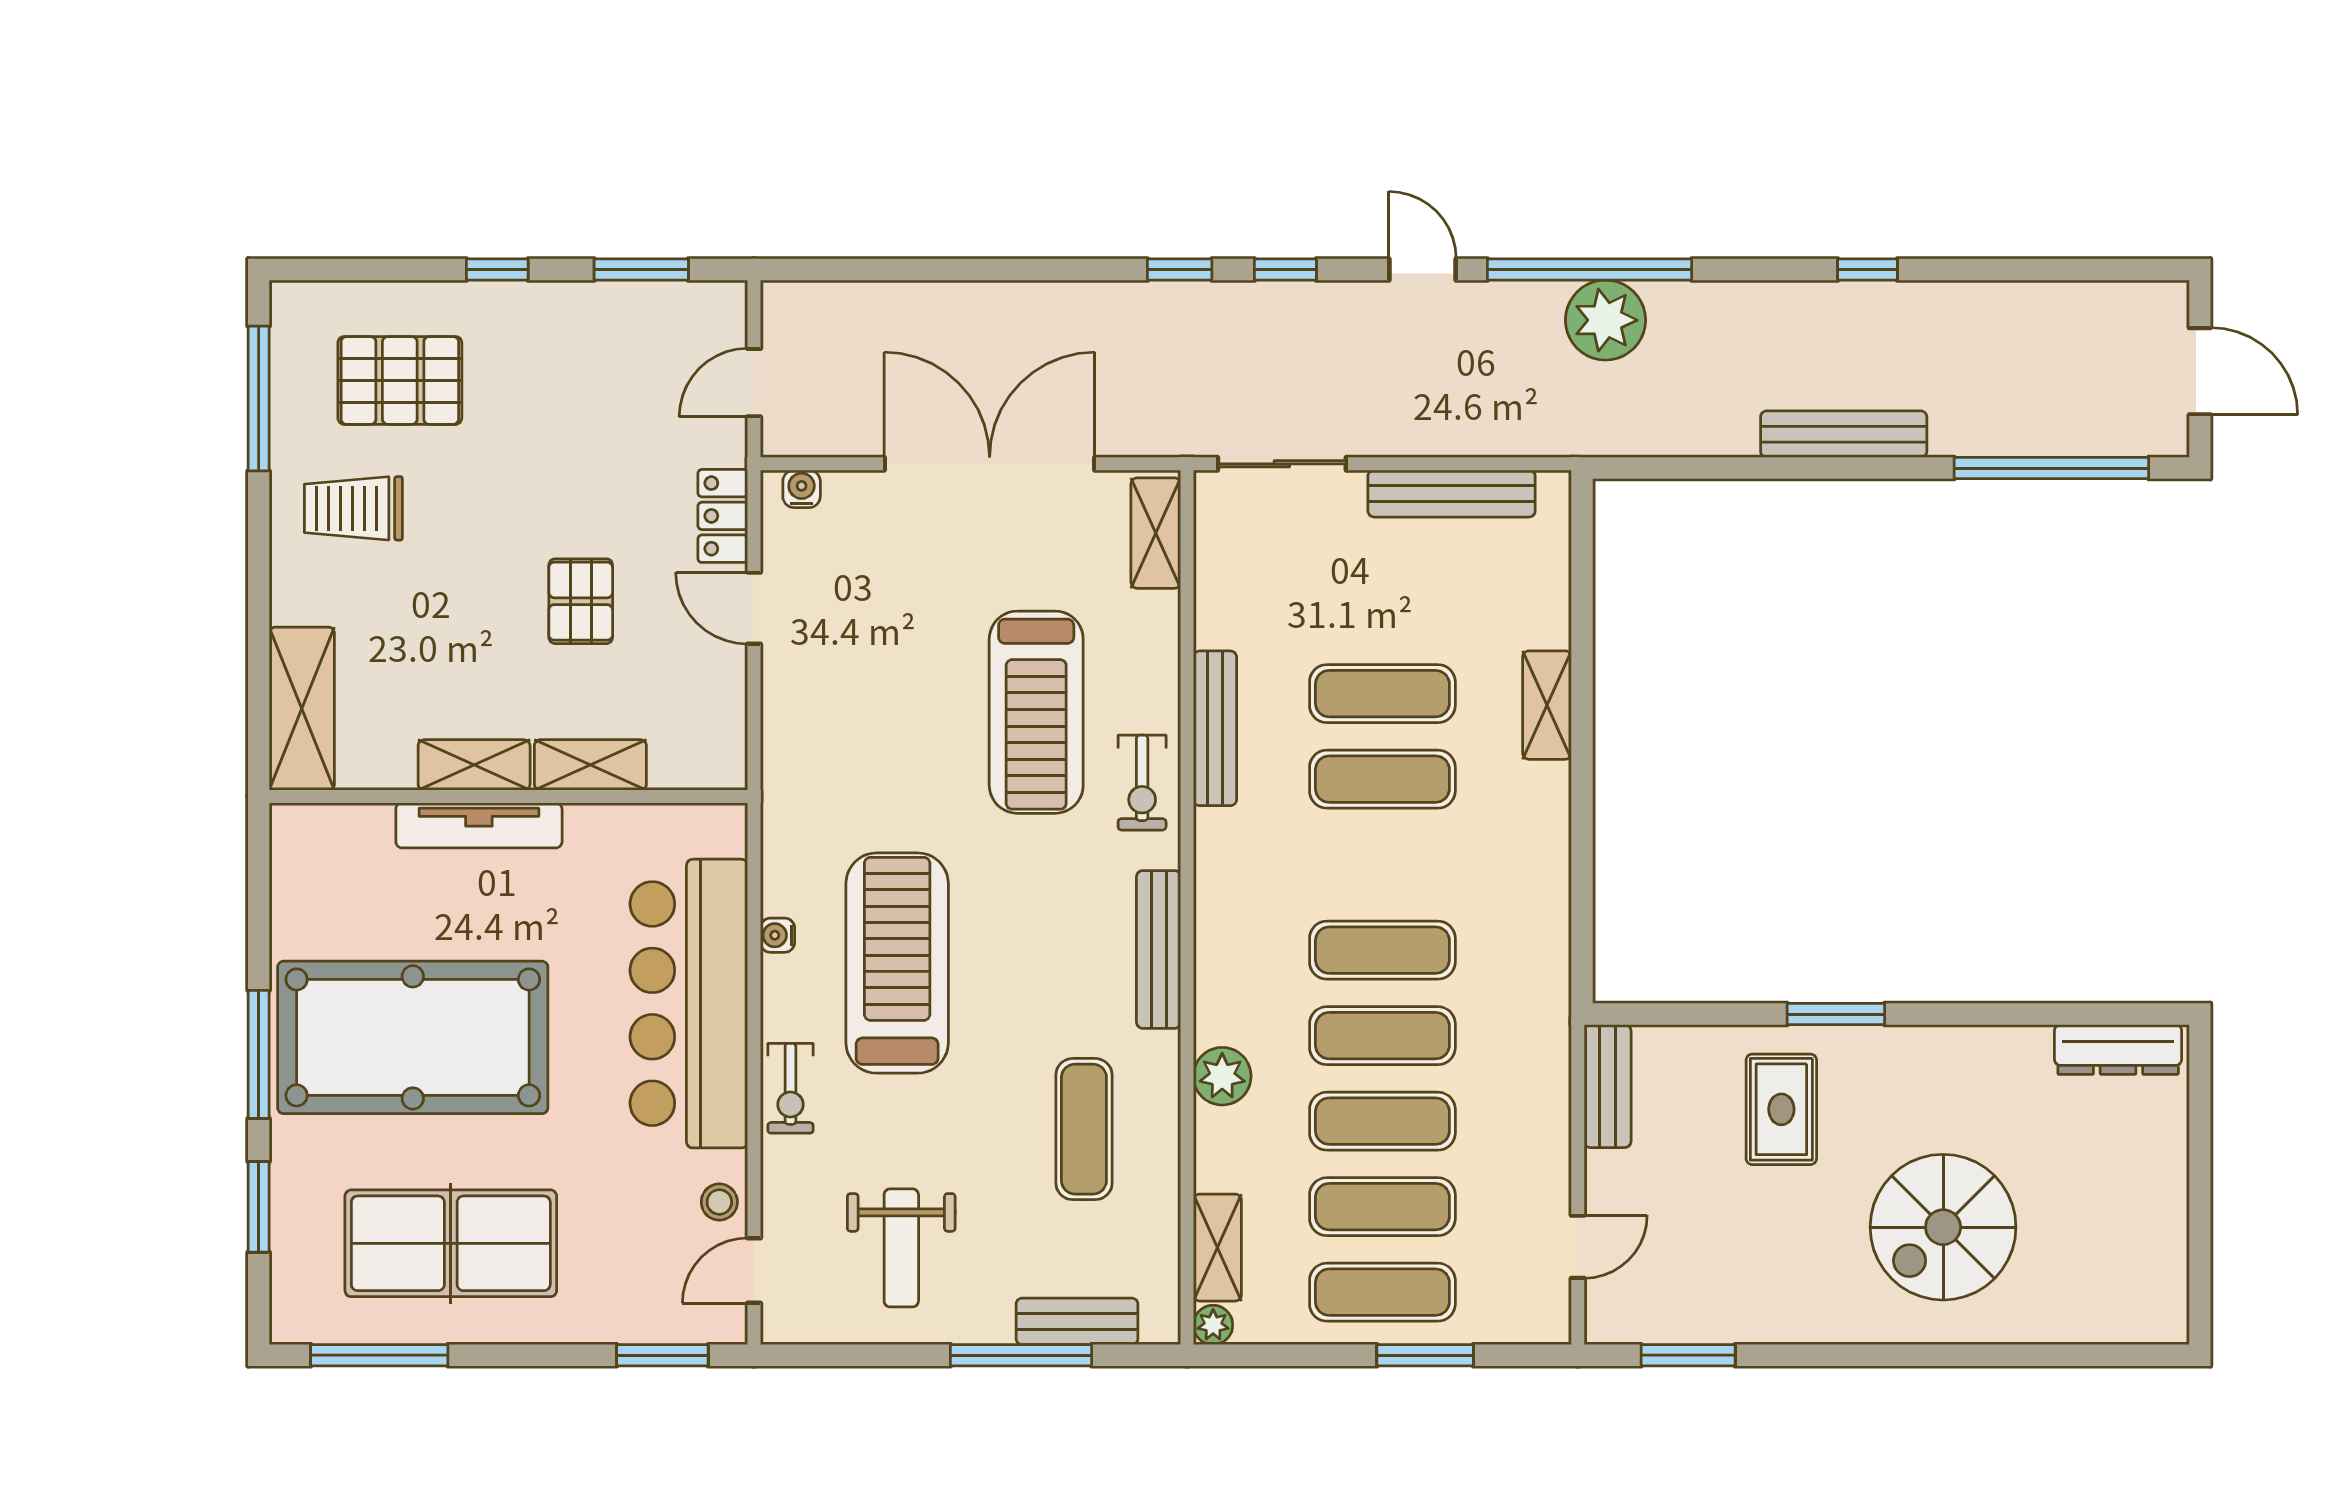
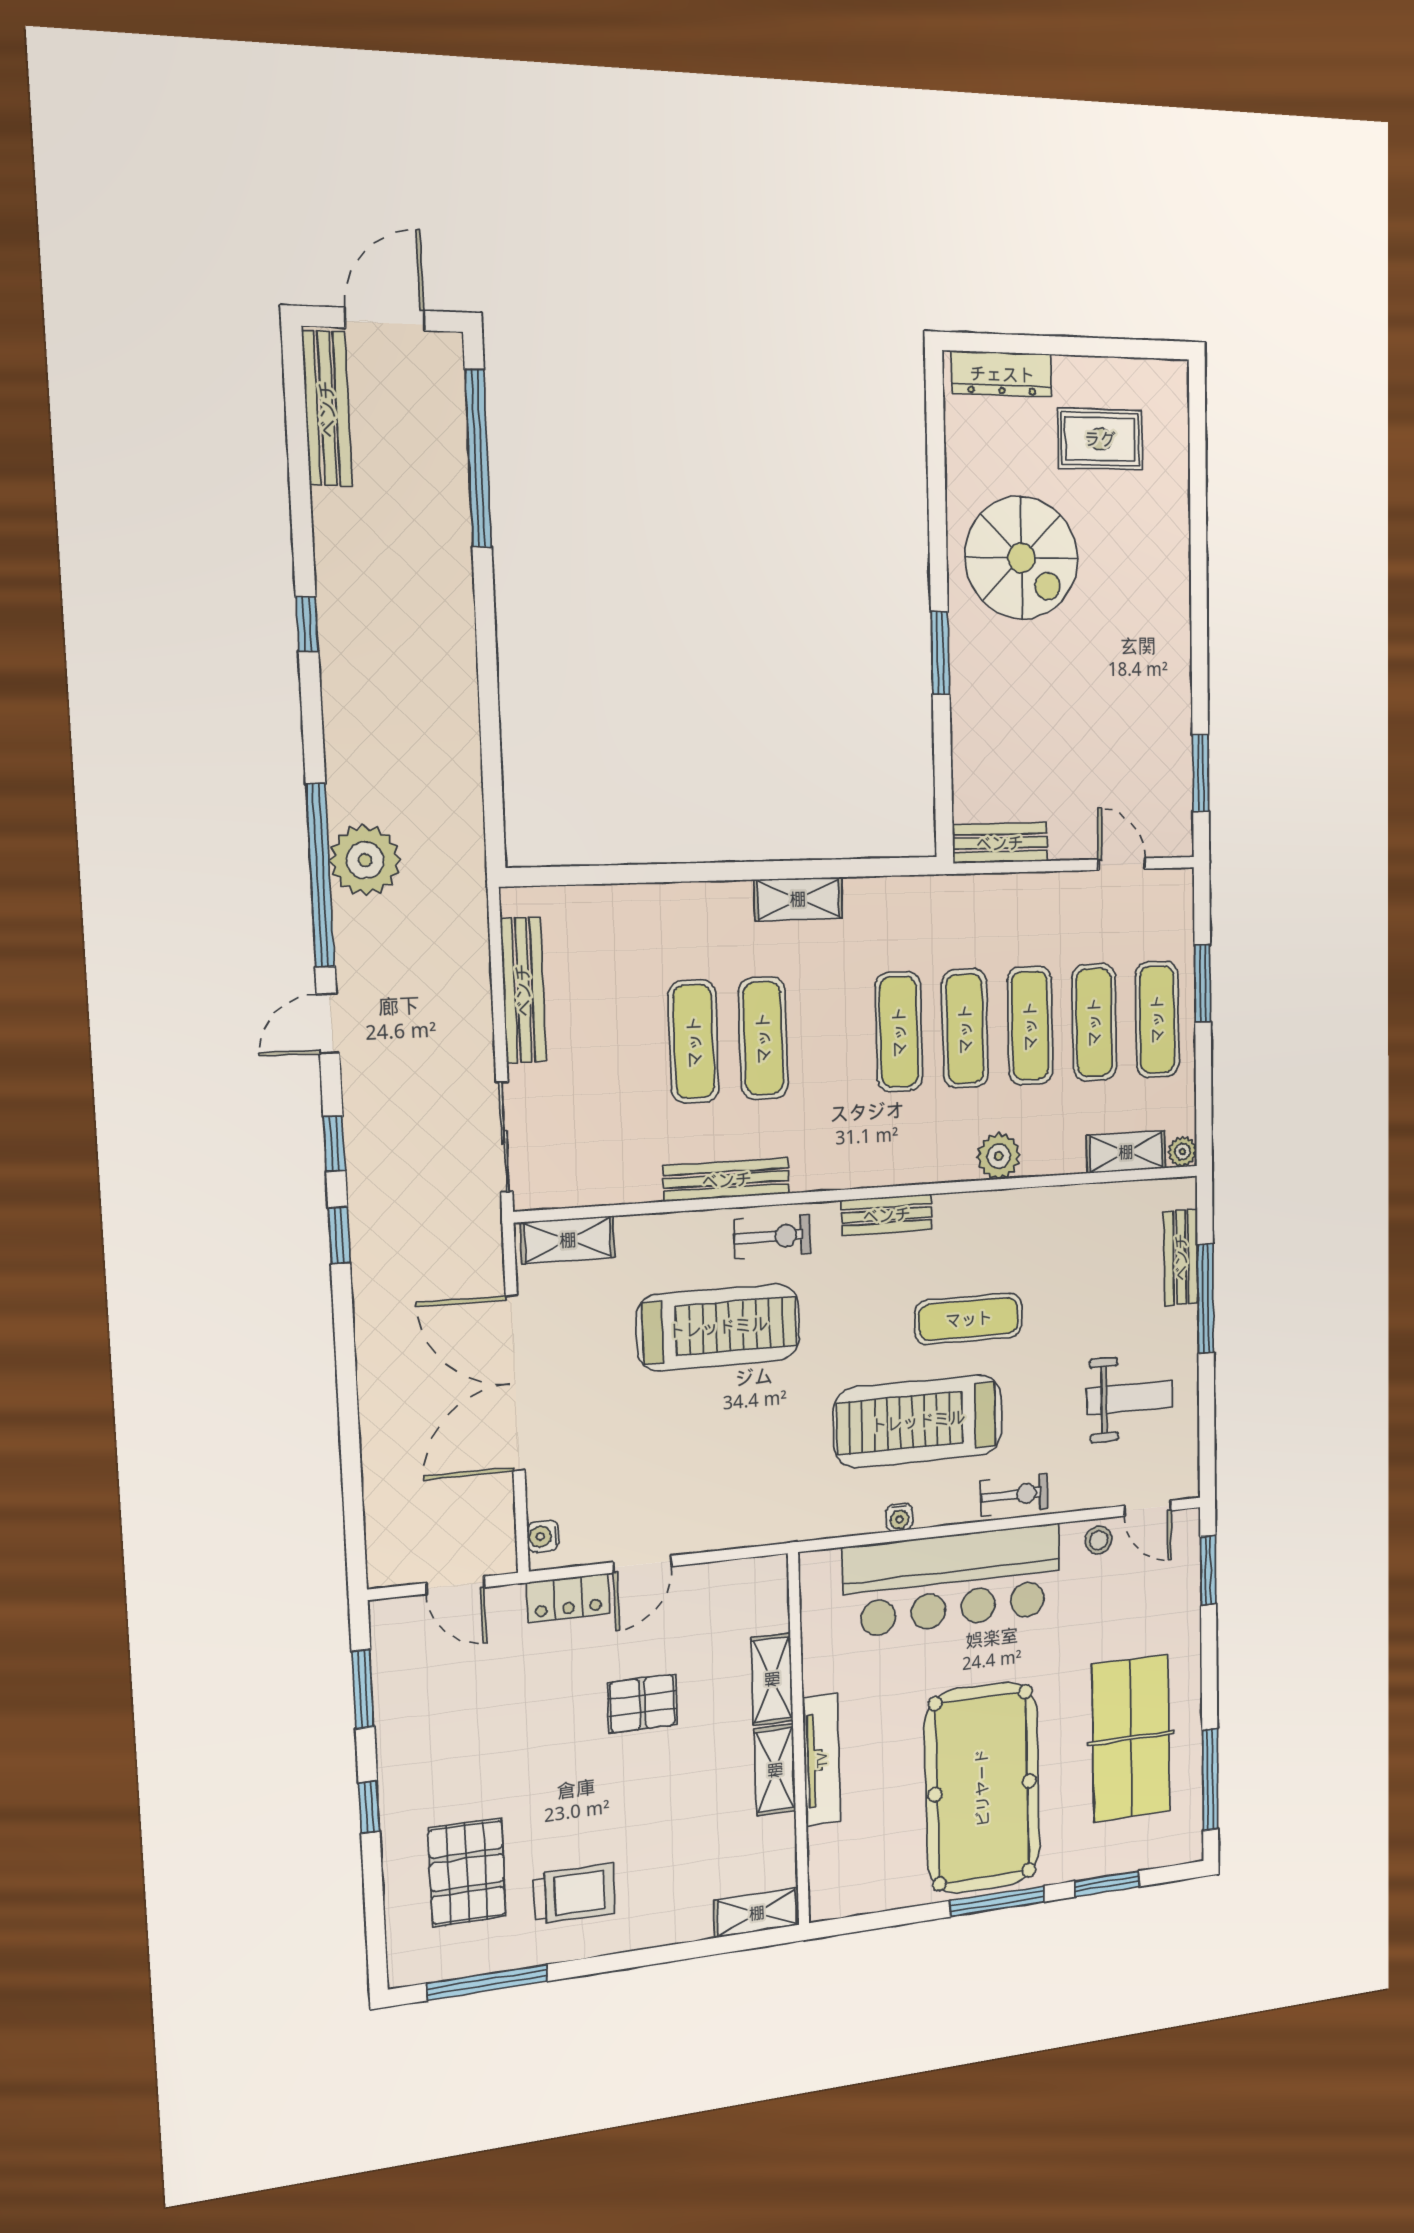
bench: (1844, 434) -> (327, 409), moved
trolley: (353, 508) -> (574, 1894), turned -90
shelving: (1547, 705) -> (798, 899), moved
shelving: (302, 709) -> (757, 1913), width x0.67, depth x0.75
bench: (1159, 949) -> (887, 1215), width x0.73
dresser: (2118, 1050) -> (1002, 374), moved, turned 90
rug: (1781, 1109) -> (1100, 439), moved
exercise mat: (1084, 1129) -> (969, 1319), moved
spiral stairs: (1943, 1227) -> (1021, 558), moved

